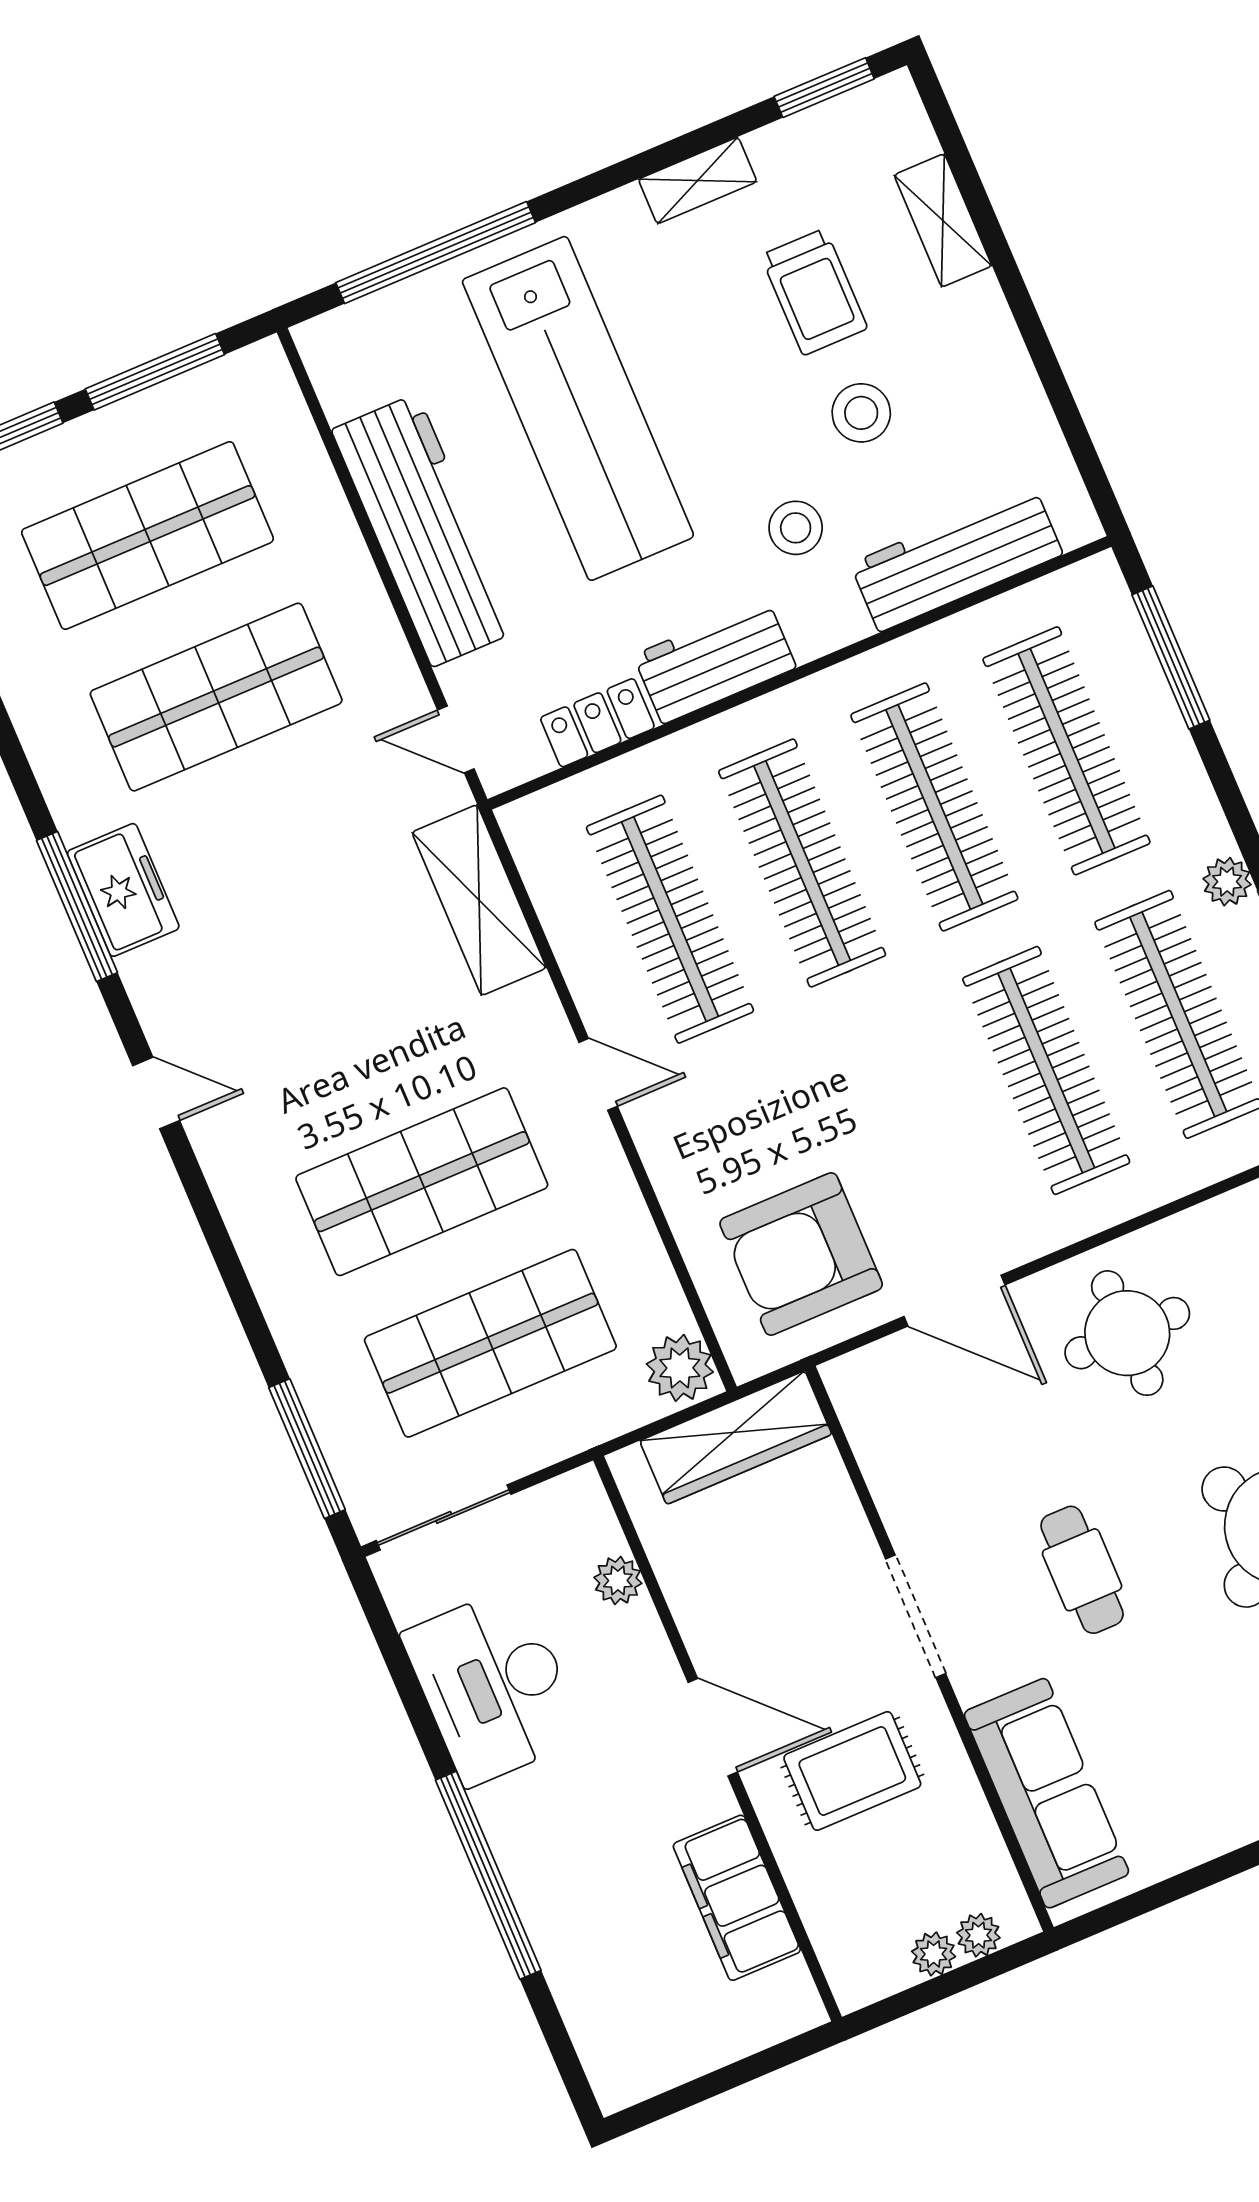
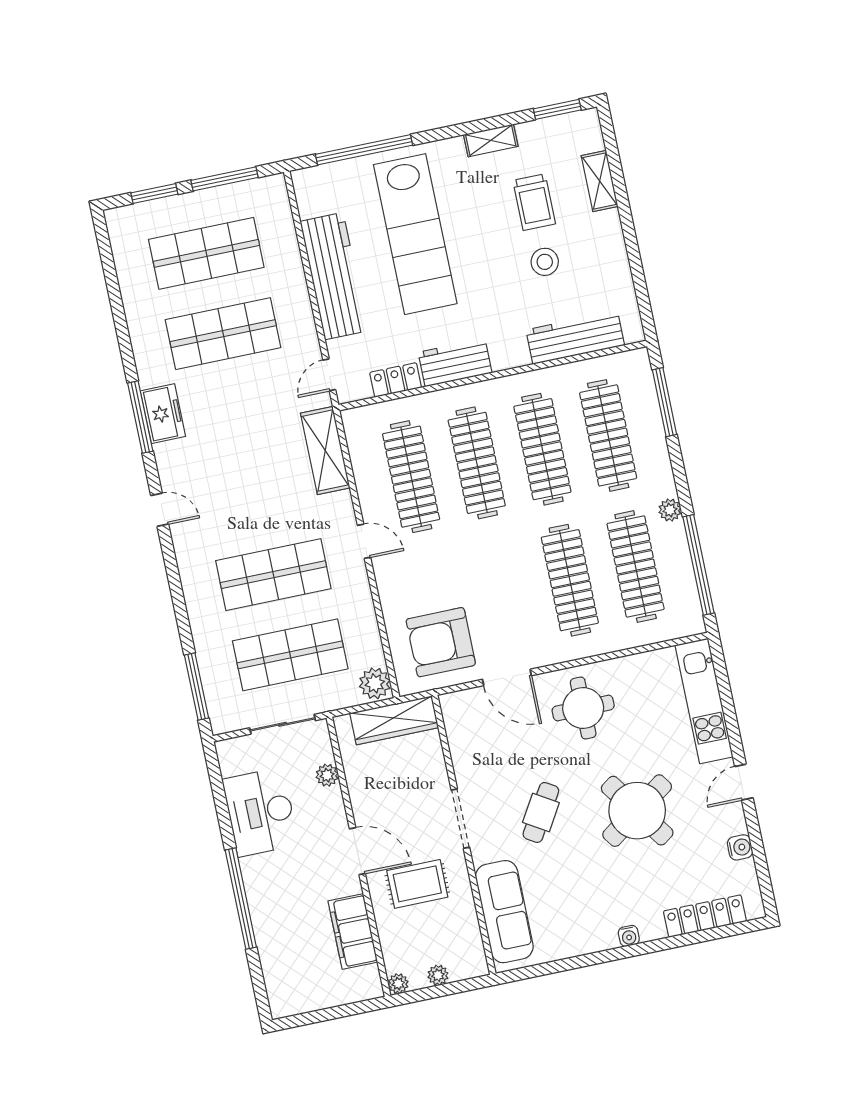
stool: (796, 528) -> (504, 309), removed
door: (456, 739) -> (329, 375), hinge flipped
sliding door: (444, 1517) -> (283, 724), moved
cafe table: (1082, 1570) -> (541, 812), turned 31
plant: (978, 1935) -> (398, 984), moved

